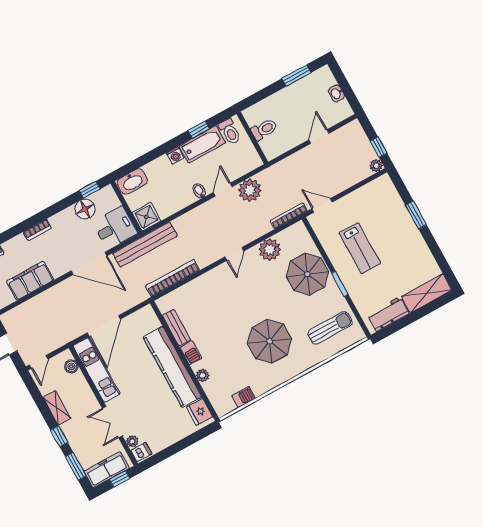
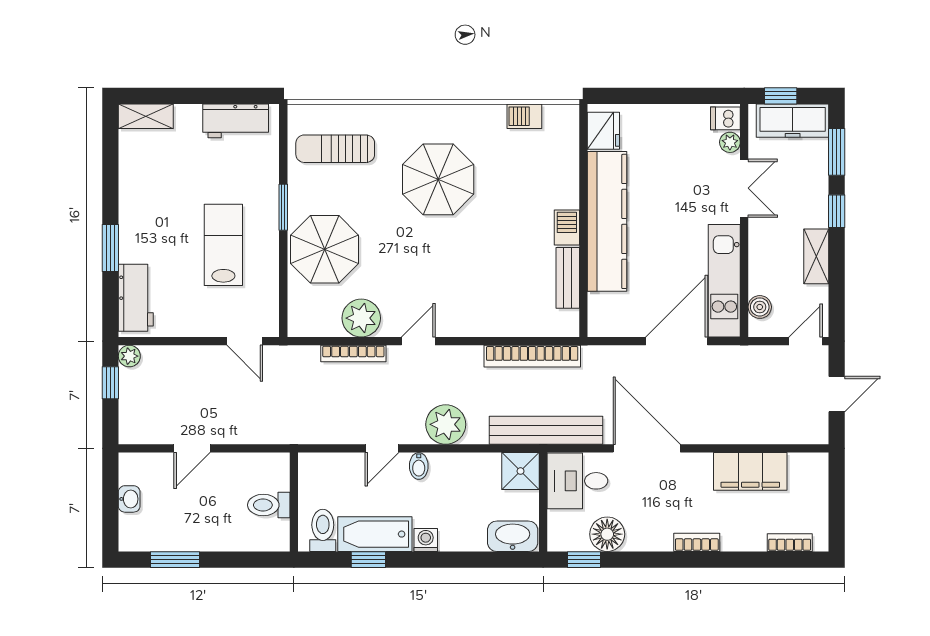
plant: (250, 190) -> (446, 424), moved
workbench: (389, 197) -> (136, 298), added
bookcase: (289, 216) -> (353, 353), moved
shelving: (427, 293) -> (146, 116), width x0.67, depth x0.75
plant: (203, 375) -> (568, 183), removed

